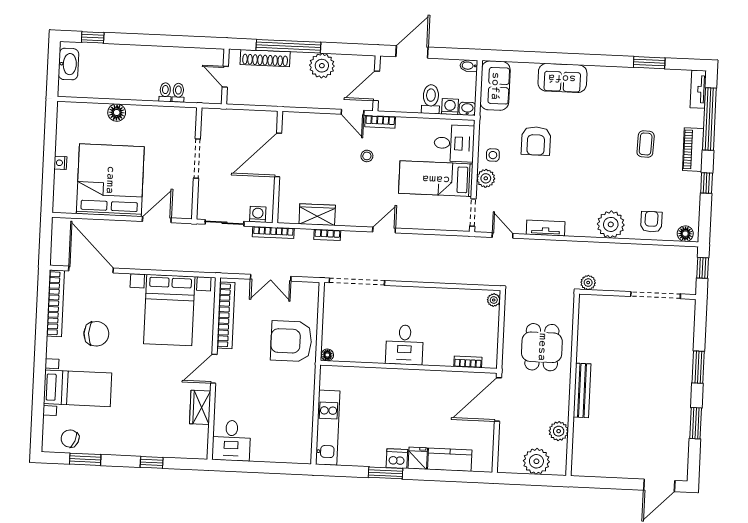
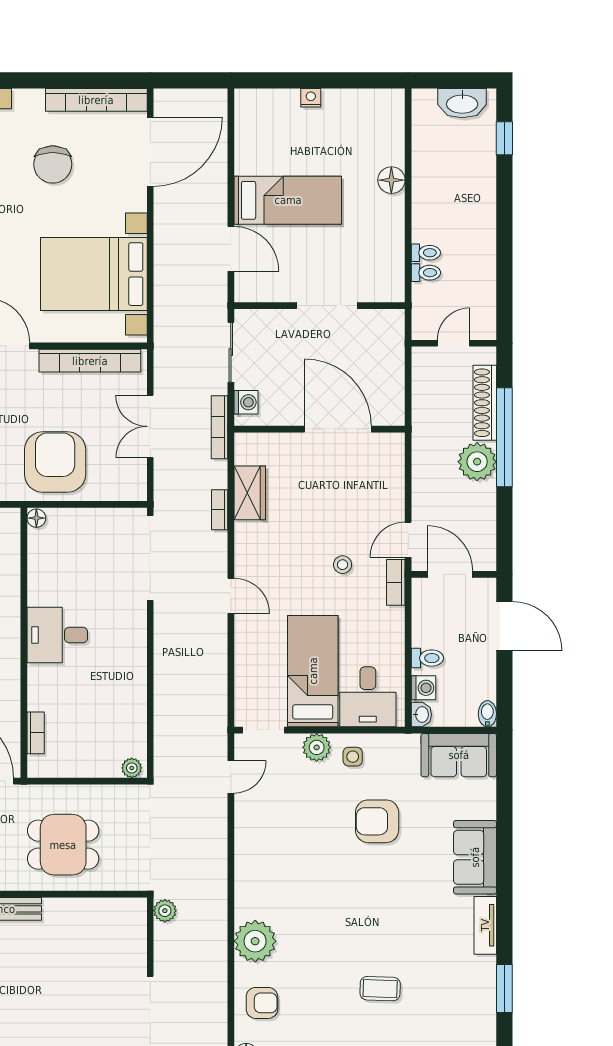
plant: (322, 66) -> (477, 462), moved
toilet: (431, 99) -> (427, 658), width x0.73, depth x0.72
bed: (110, 180) -> (288, 200), width x0.49
tv unit: (546, 228) -> (485, 925), moved, turned 180

